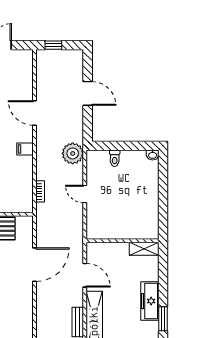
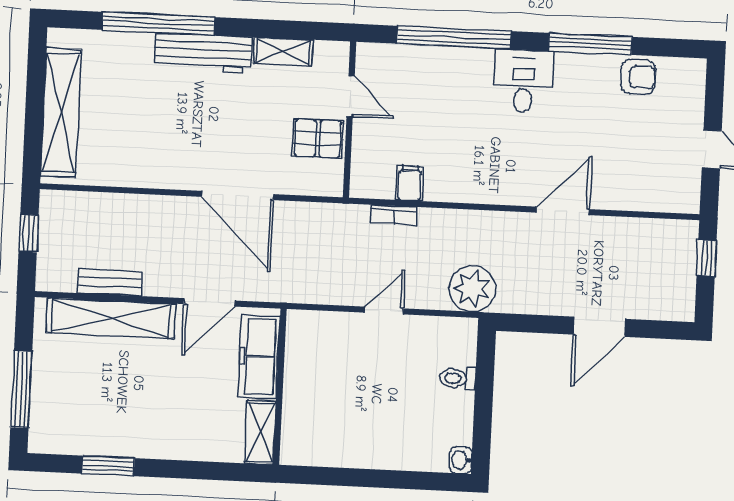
filing cabinet: (25, 149) -> (410, 183), moved
freezer: (150, 301) -> (259, 357), moved, turned -90

